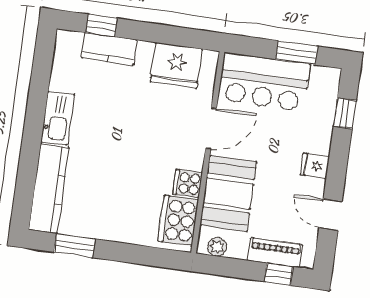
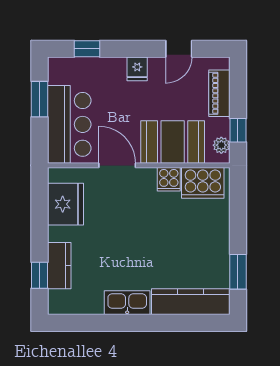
window: (279, 274) -> (238, 130), moved

